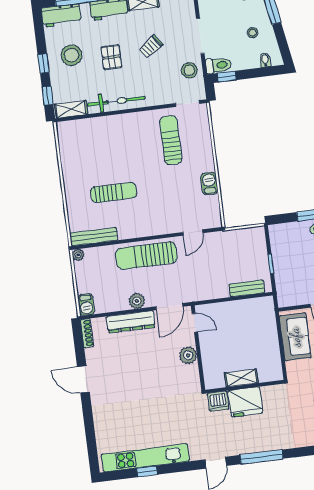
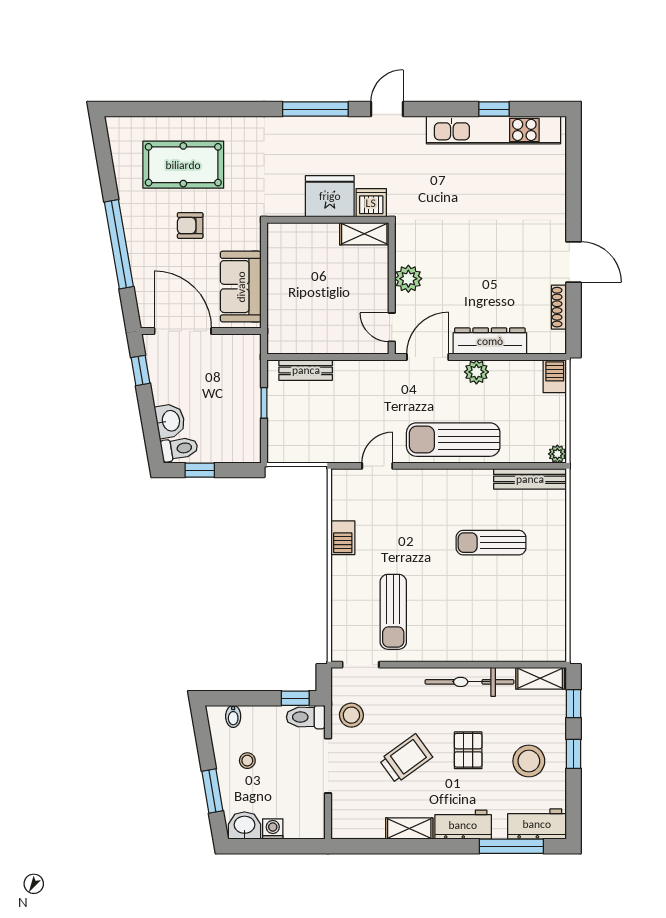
trolley: (151, 47) -> (406, 759), width x1.36, depth x1.39
sun lounger: (146, 256) -> (453, 440), turned 180
shoe rack: (87, 333) -> (559, 307), moved
shelving: (241, 378) -> (364, 234), moved

